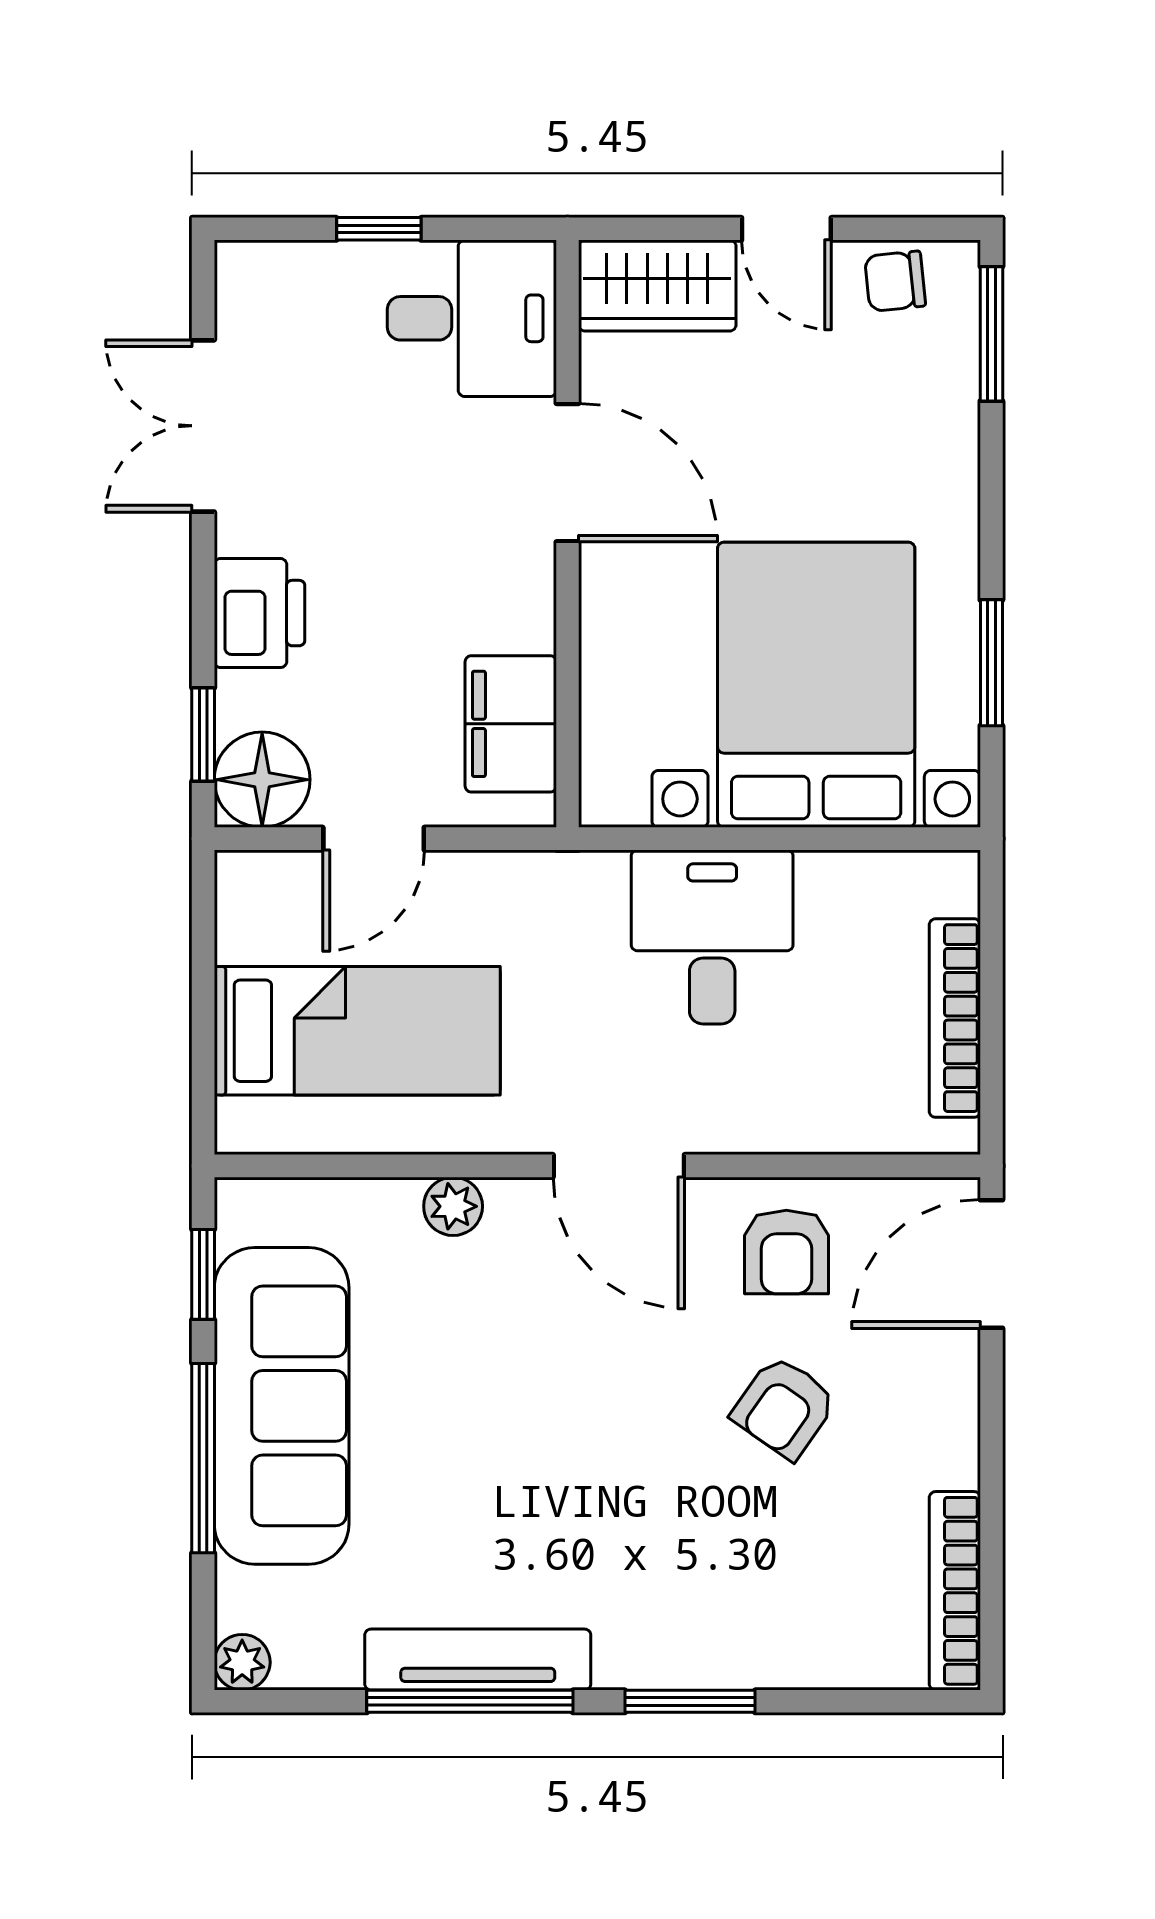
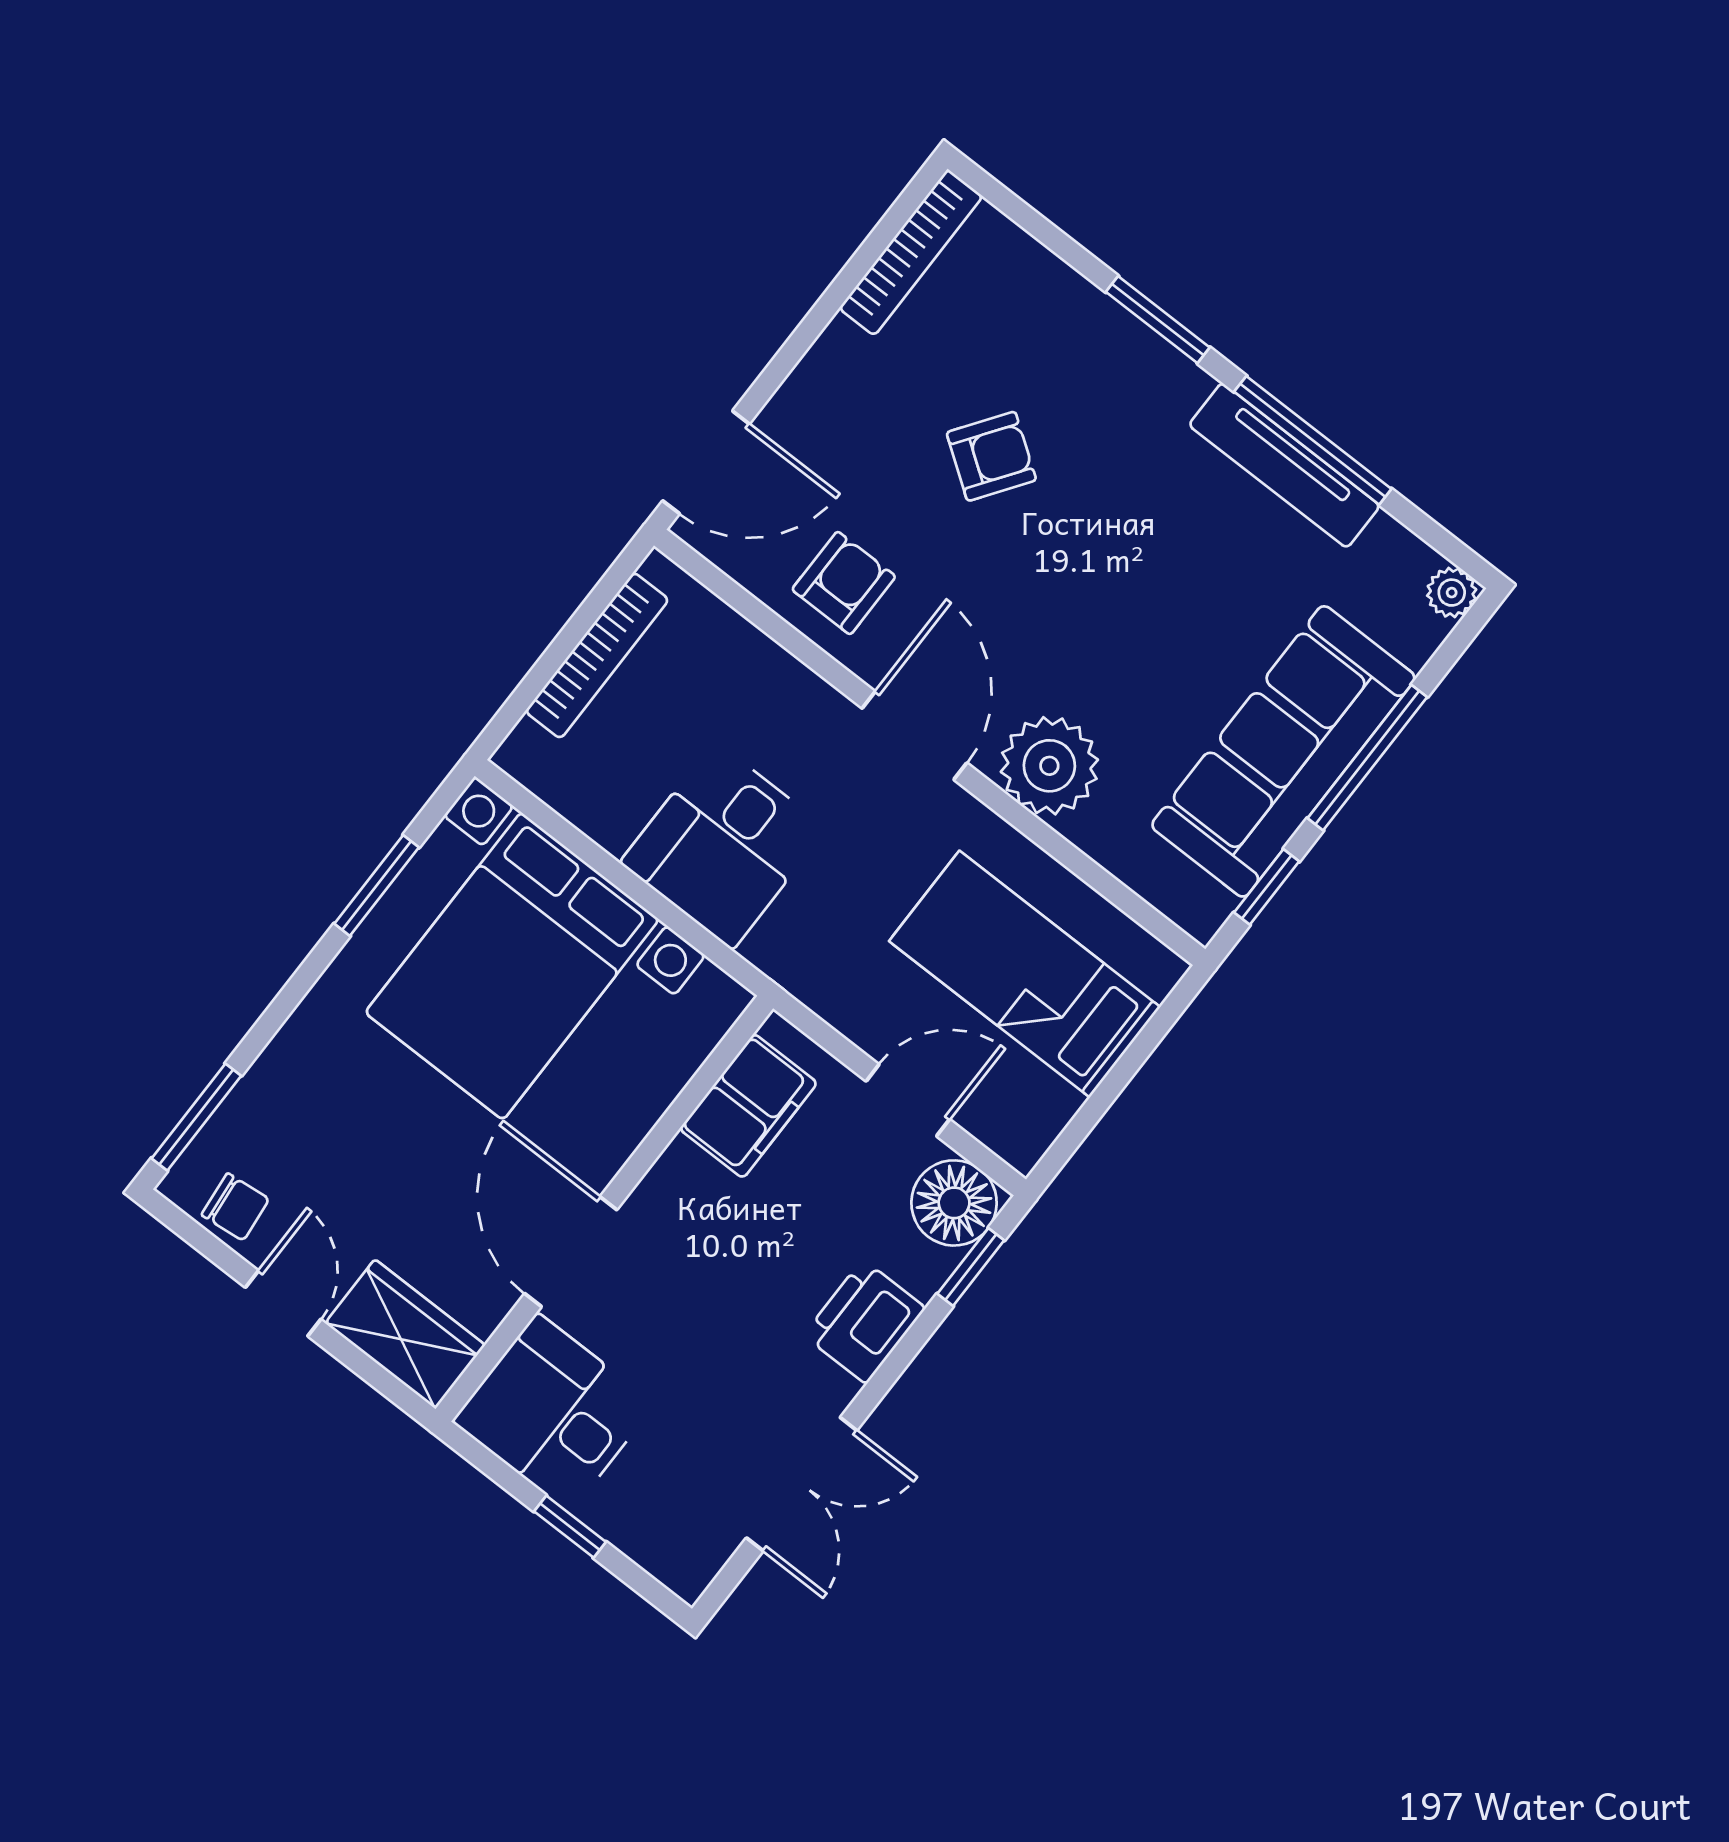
plant: (453, 1206) -> (1049, 766), width x1.88, depth x1.88
armchair: (784, 1407) -> (991, 456), moved

